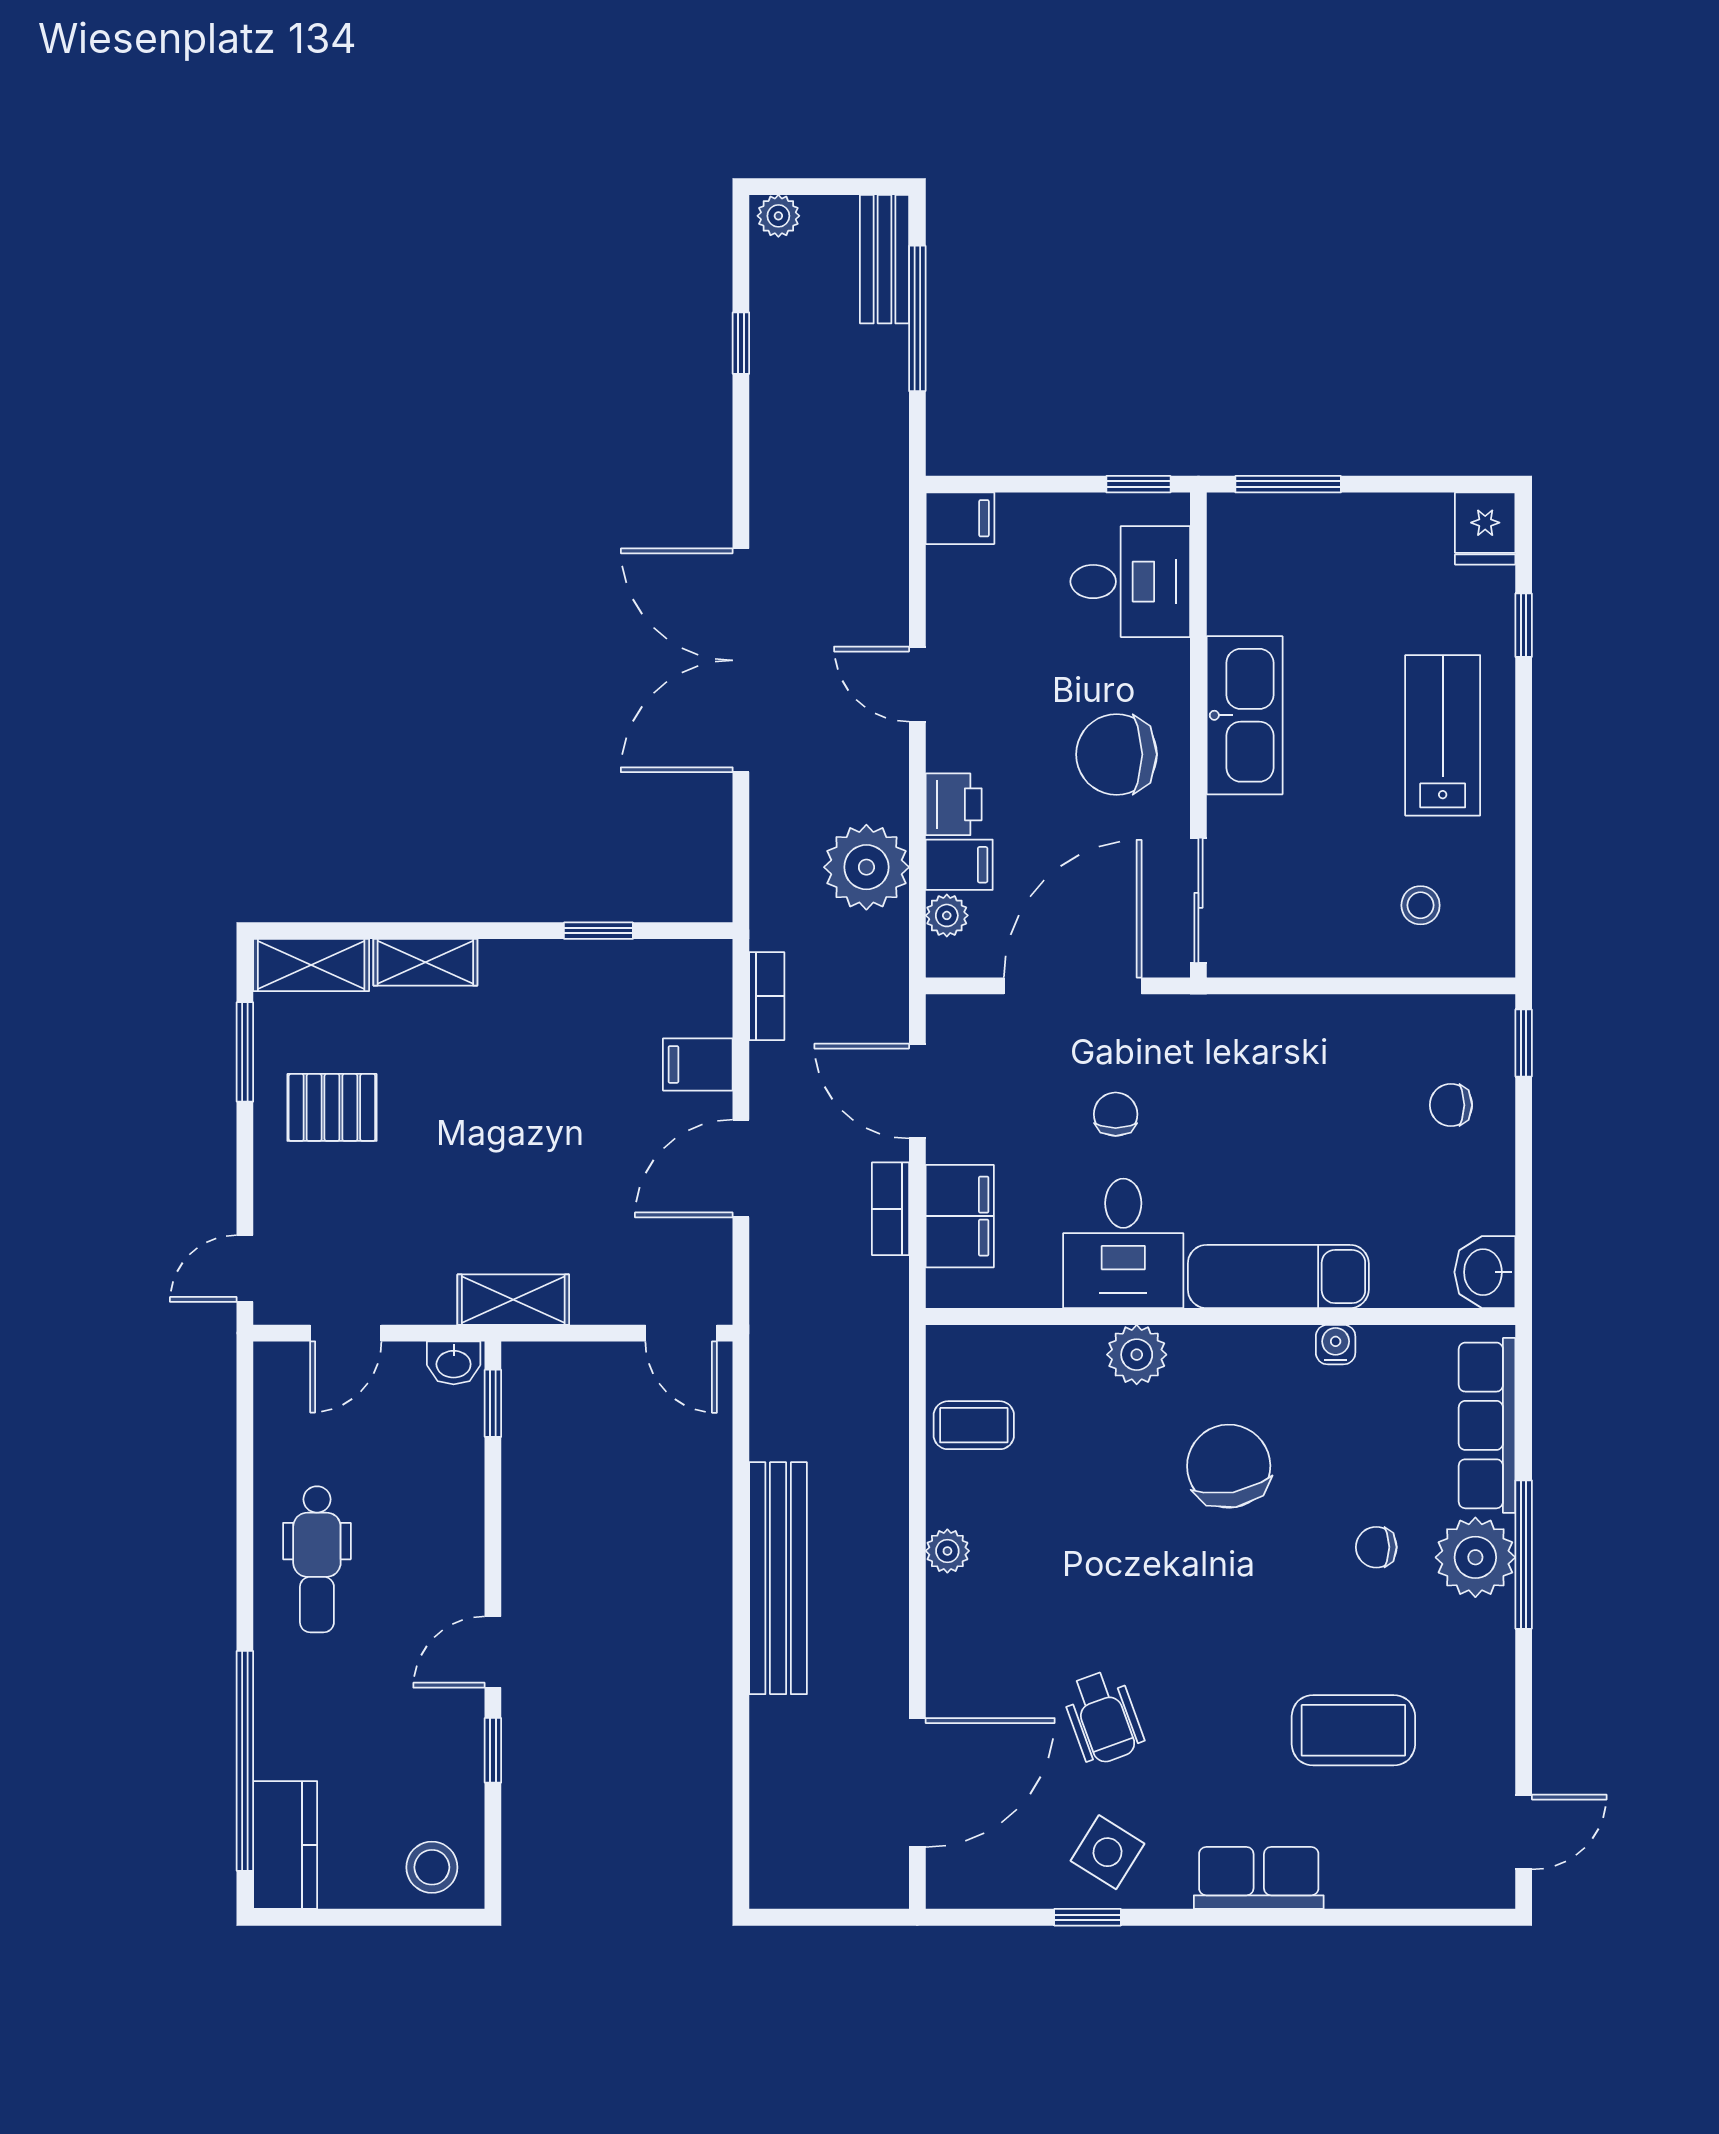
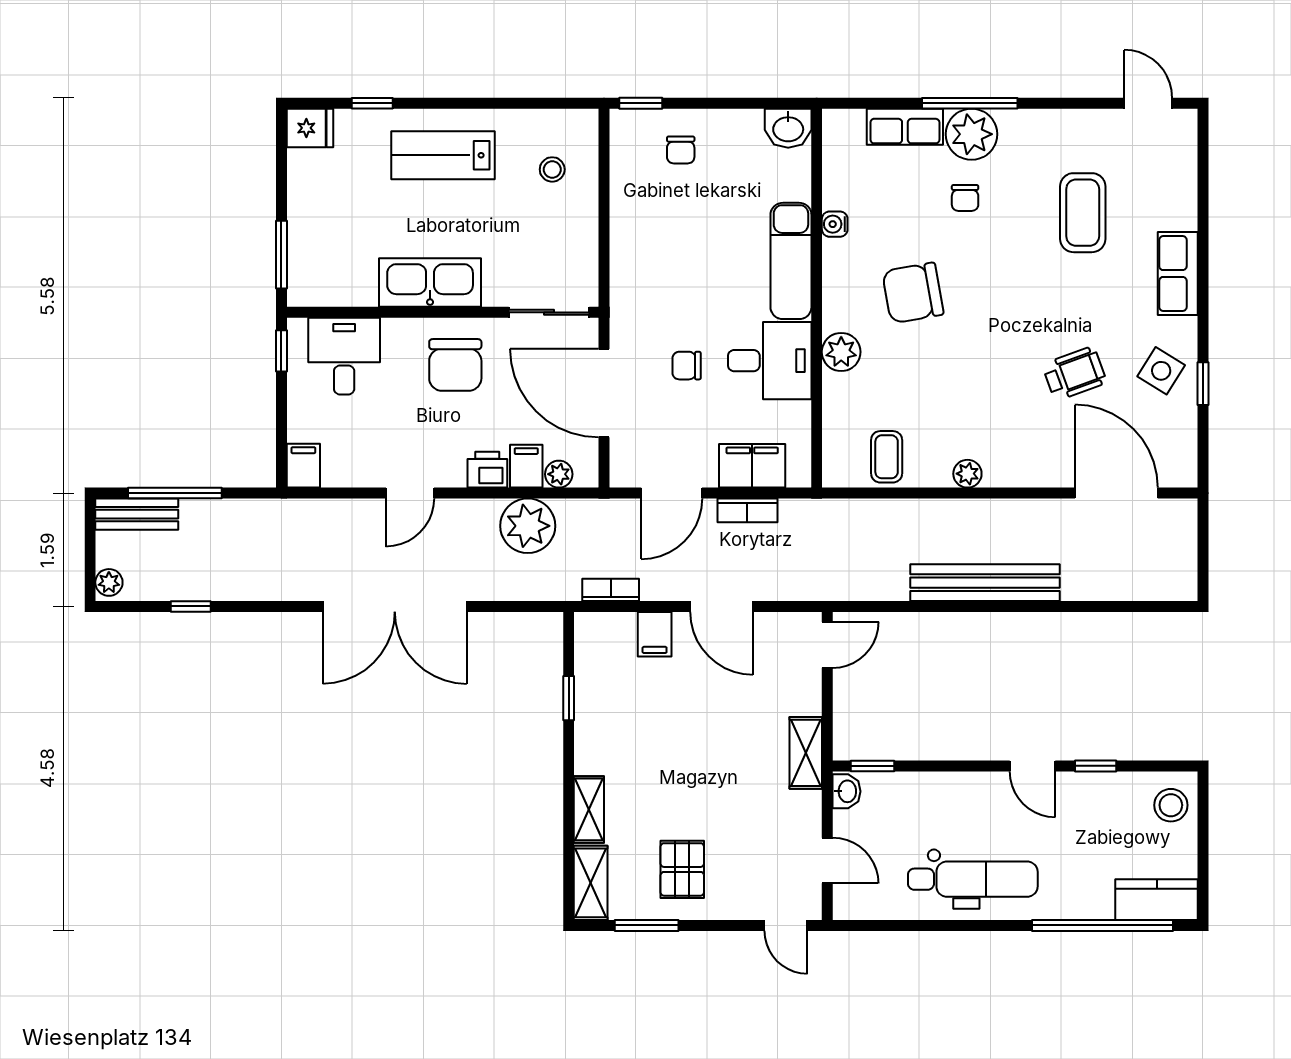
row of seats: (1487, 1425) -> (905, 127), width x0.68
dental chair: (317, 1559) -> (973, 879), width x1.36, depth x1.38

